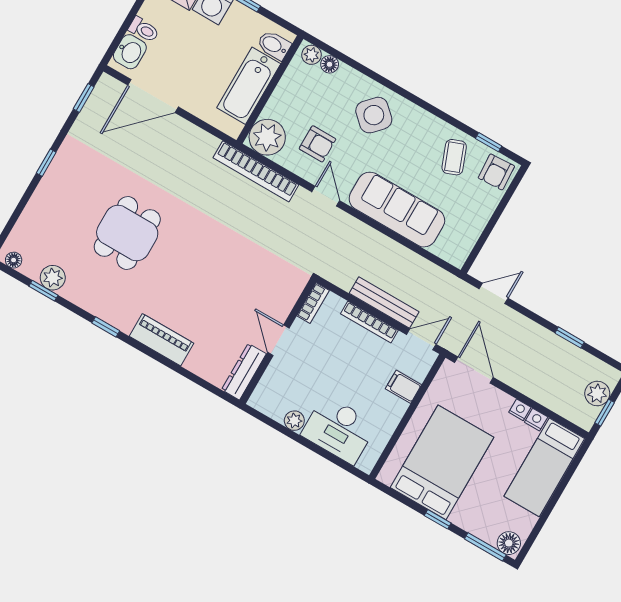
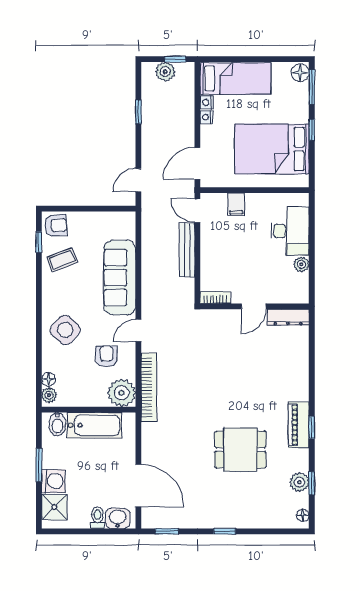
door: (494, 293) -> (138, 180), hinge flipped
bookcase: (369, 322) -> (206, 252), removed
piano: (162, 340) -> (299, 425), moved

